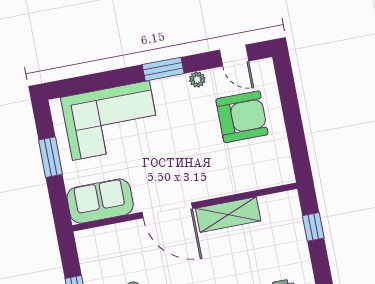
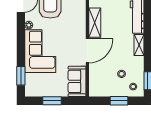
window: (163, 69) -> (21, 76), moved
corner sofa: (111, 121) -> (40, 51), moved

